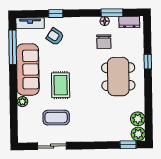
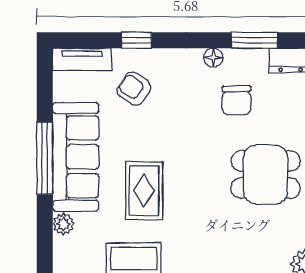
floor lamp: (105, 21) -> (213, 58), moved
window: (13, 47) -> (45, 158), moved
dining table: (118, 77) -> (266, 175), width x0.73

